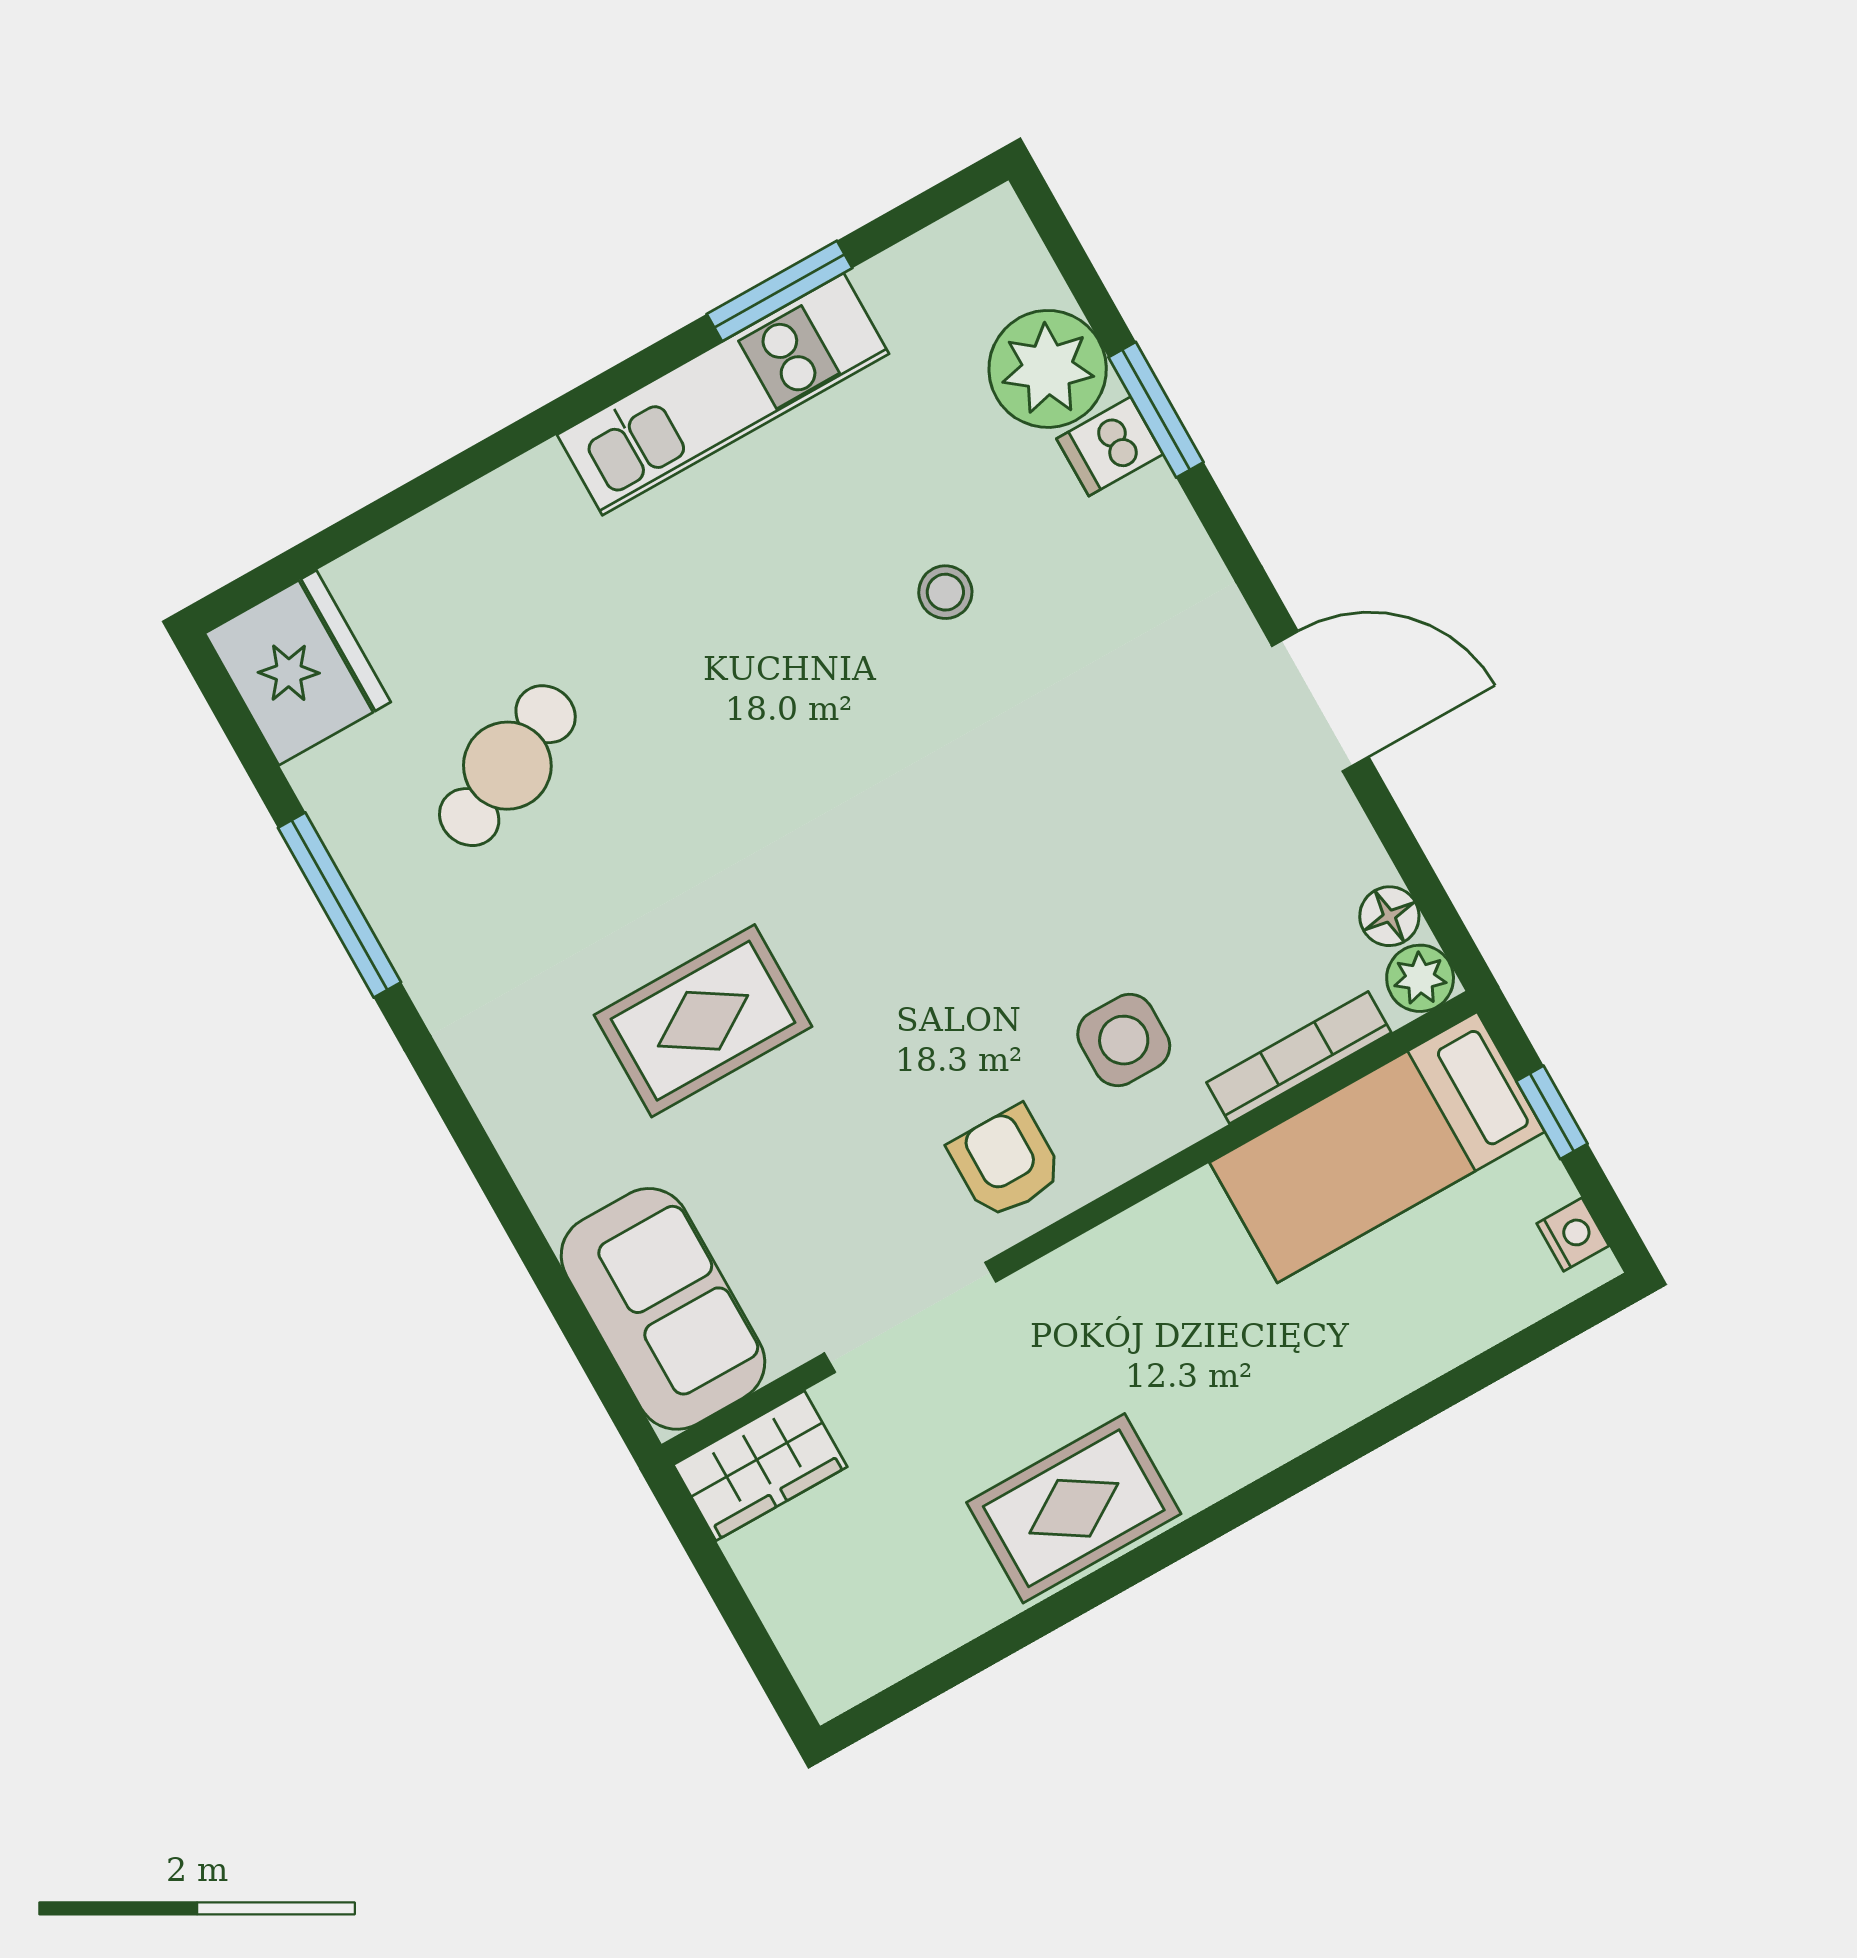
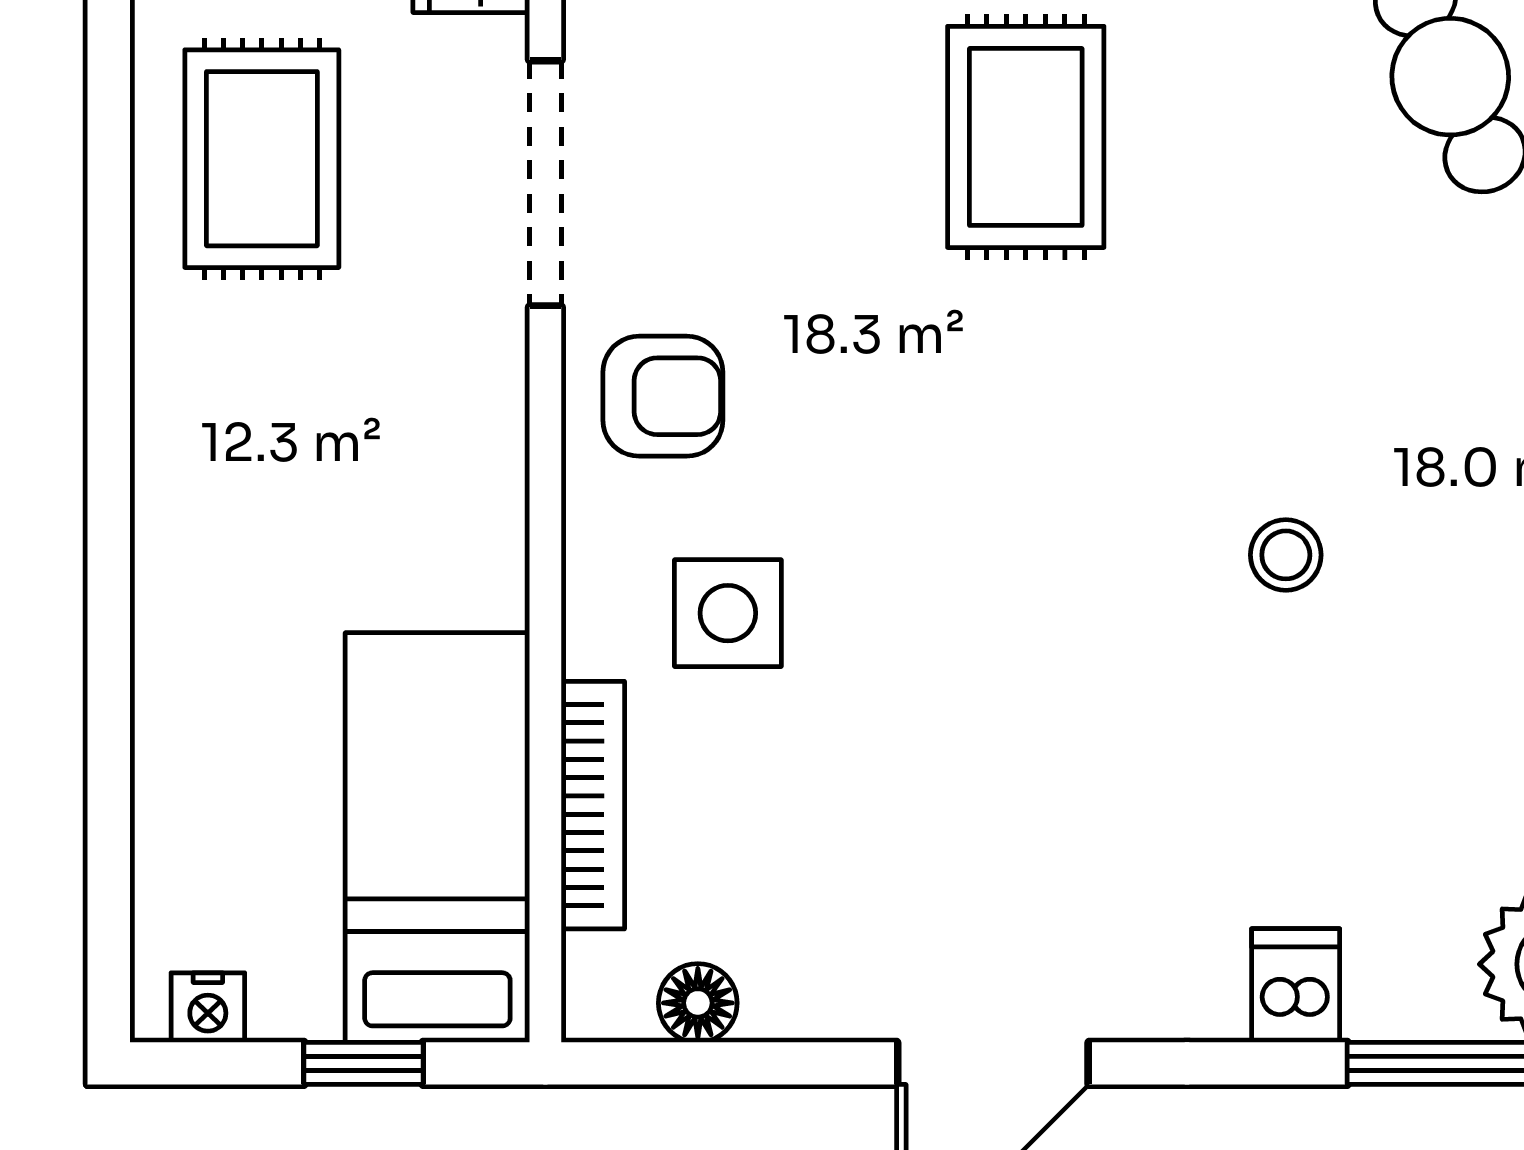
dishwasher: (1110, 446) -> (1296, 986), moved
stool: (945, 592) -> (1286, 555), moved
plant: (1420, 978) -> (606, 998), removed
rug: (1074, 1508) -> (262, 159), moved

